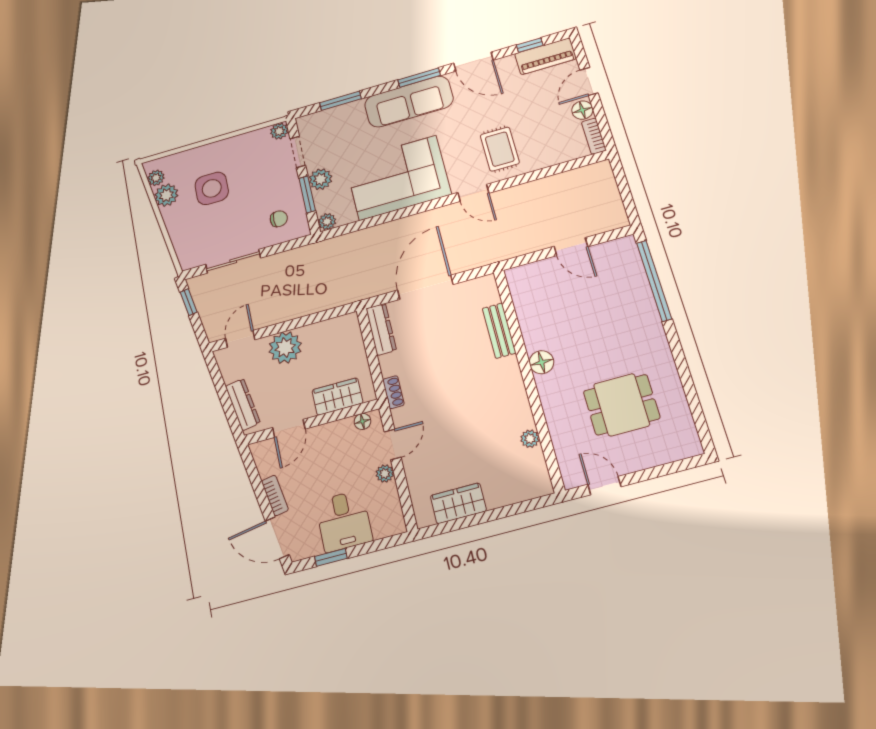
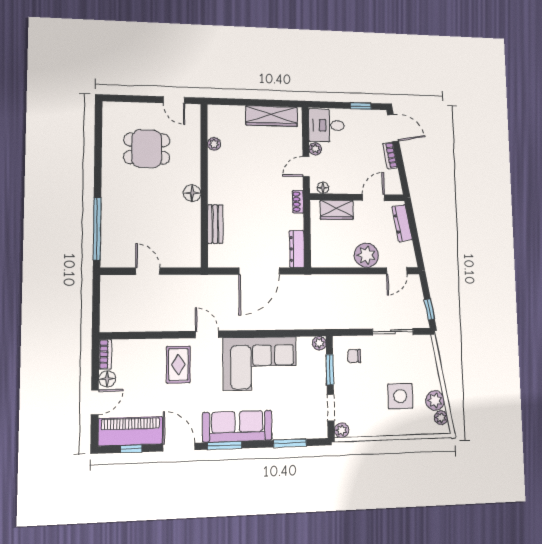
piano: (546, 56) -> (130, 431), width x1.37, depth x1.33
plant: (320, 179) -> (318, 379), removed
wardrobe: (458, 503) -> (272, 116), width x1.50
desk: (344, 521) -> (326, 125), moved, turned -90

